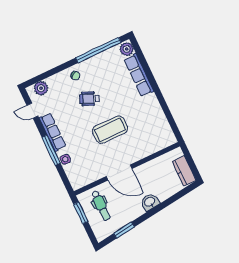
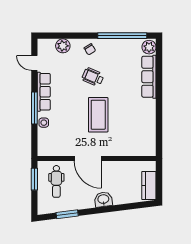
plant: (41, 88) -> (63, 46), moved
coffee table: (110, 130) -> (98, 115), turned 90

